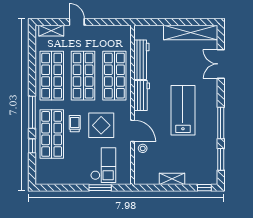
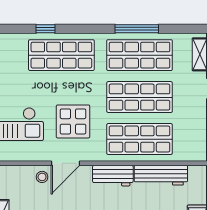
window: (32, 112) -> (137, 29), moved
trolley: (75, 124) -> (75, 86), removed

